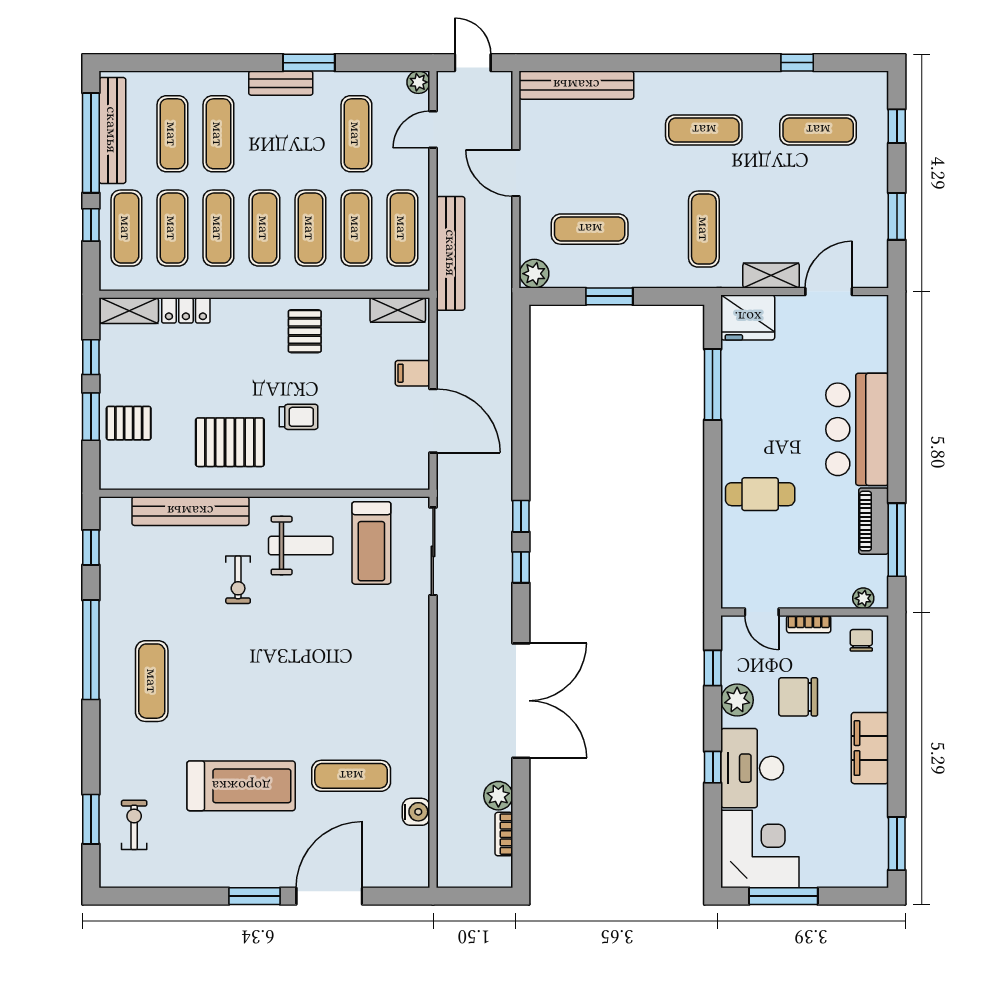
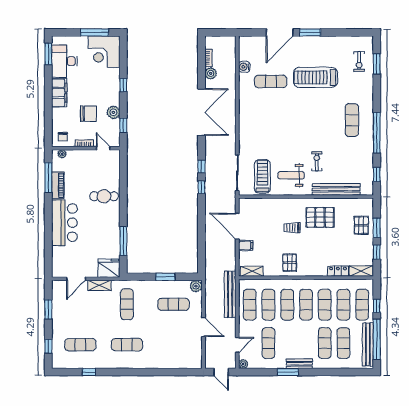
bench: (576, 85) -> (179, 363), removed
pallet: (129, 423) -> (361, 225), turned 90
double door: (521, 701) -> (201, 112), swing flipped
desk: (752, 768) -> (64, 61), moved, turned 180

